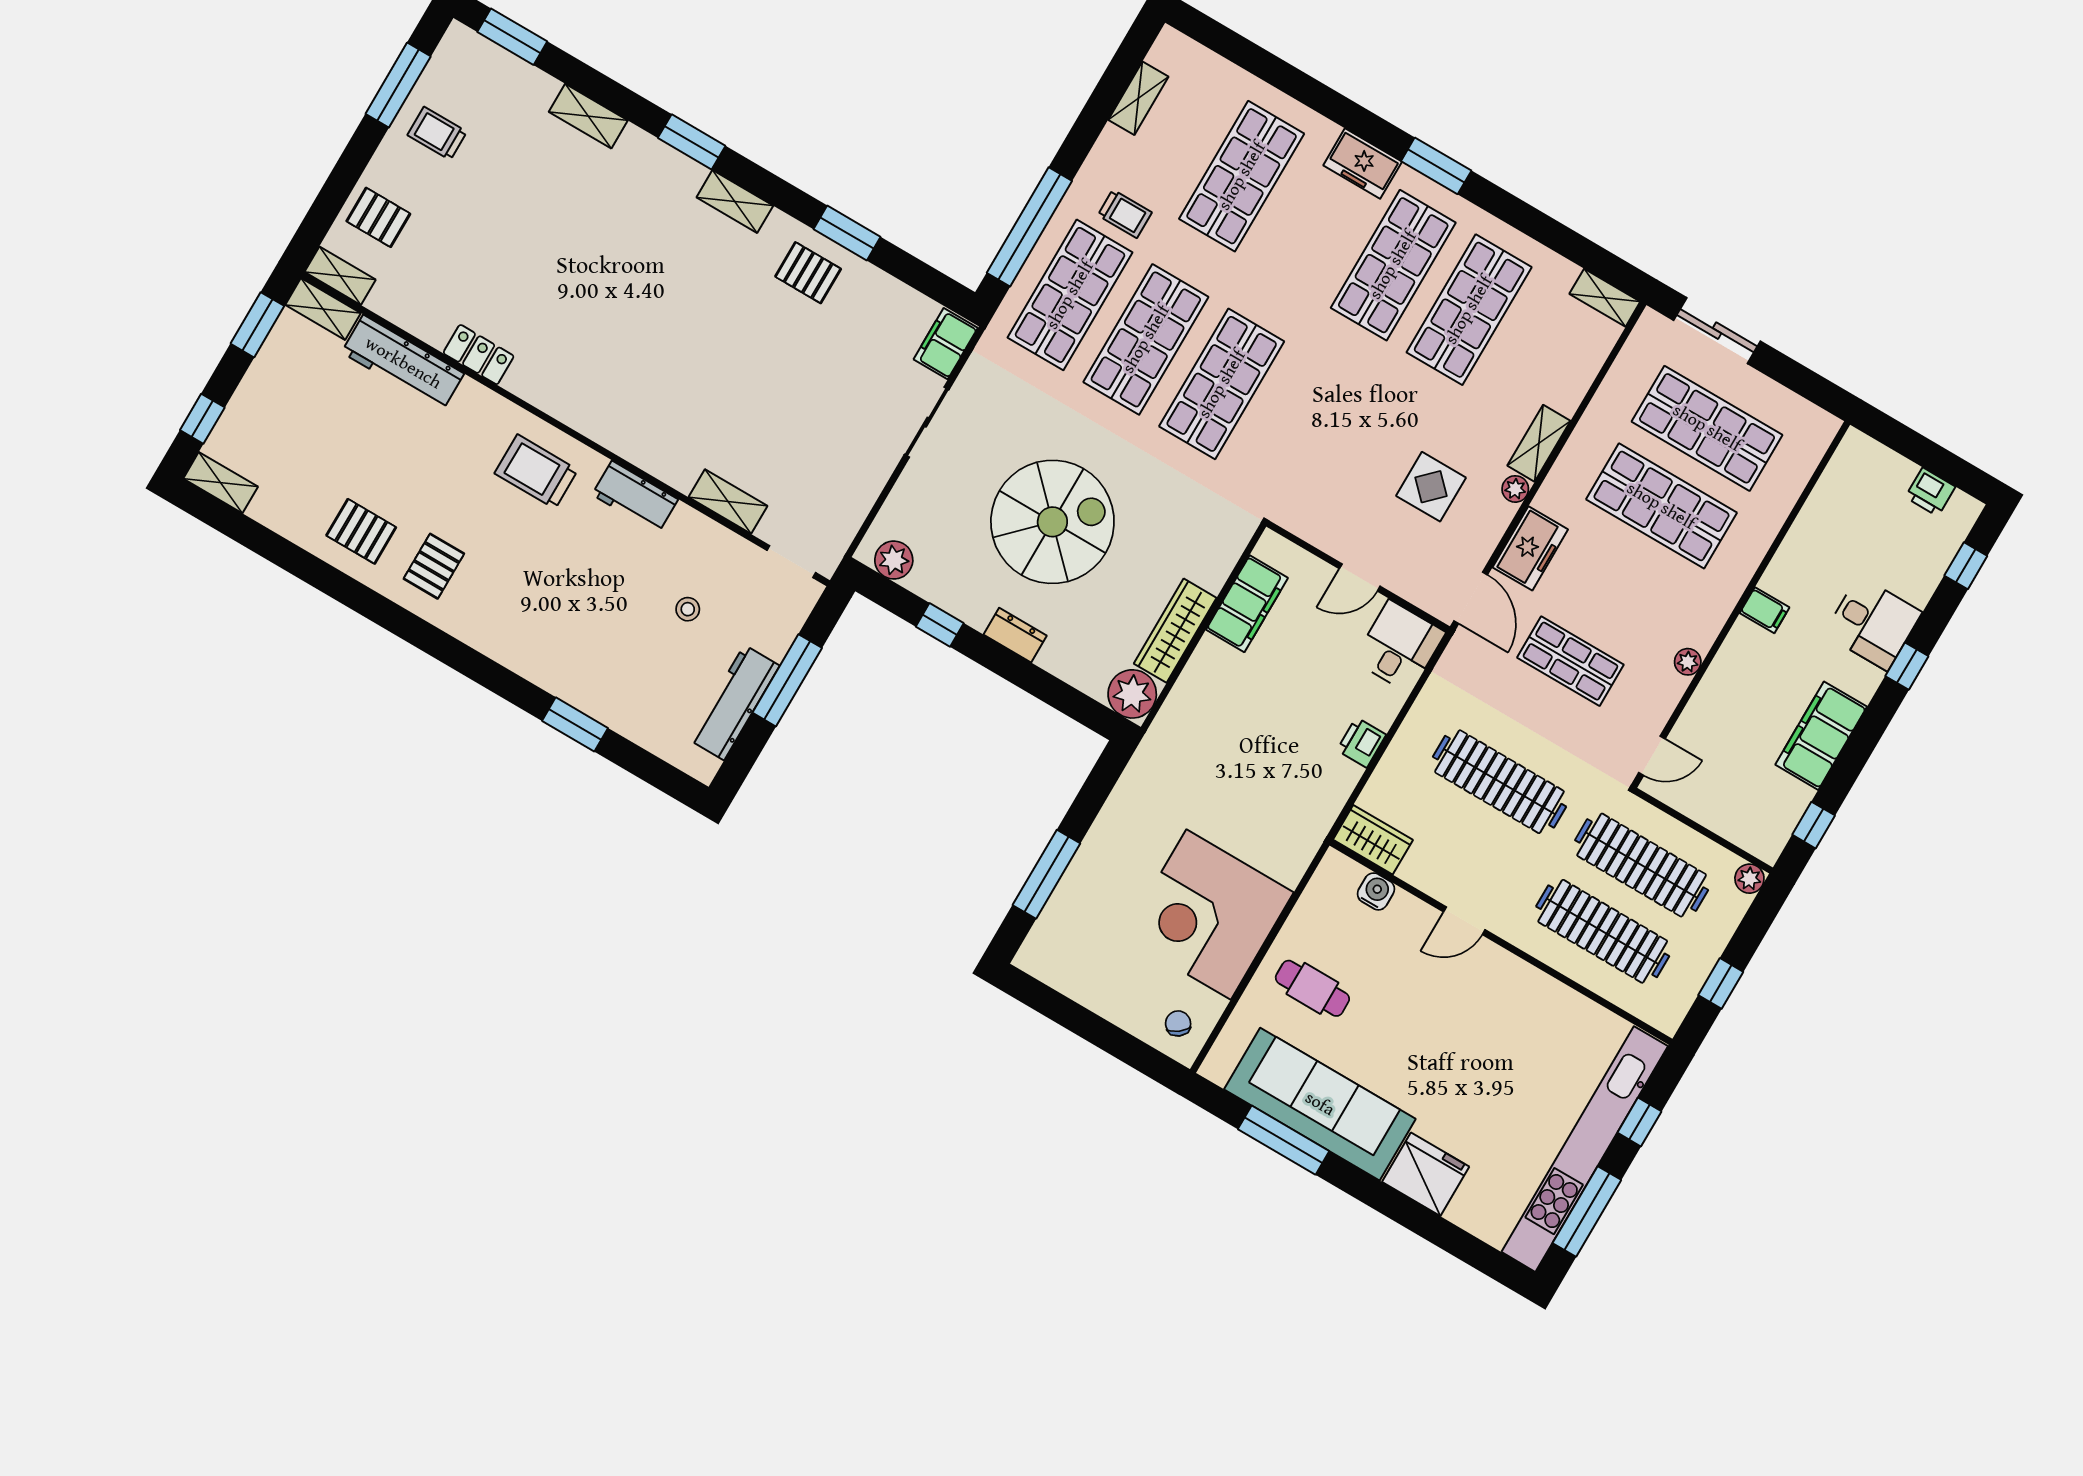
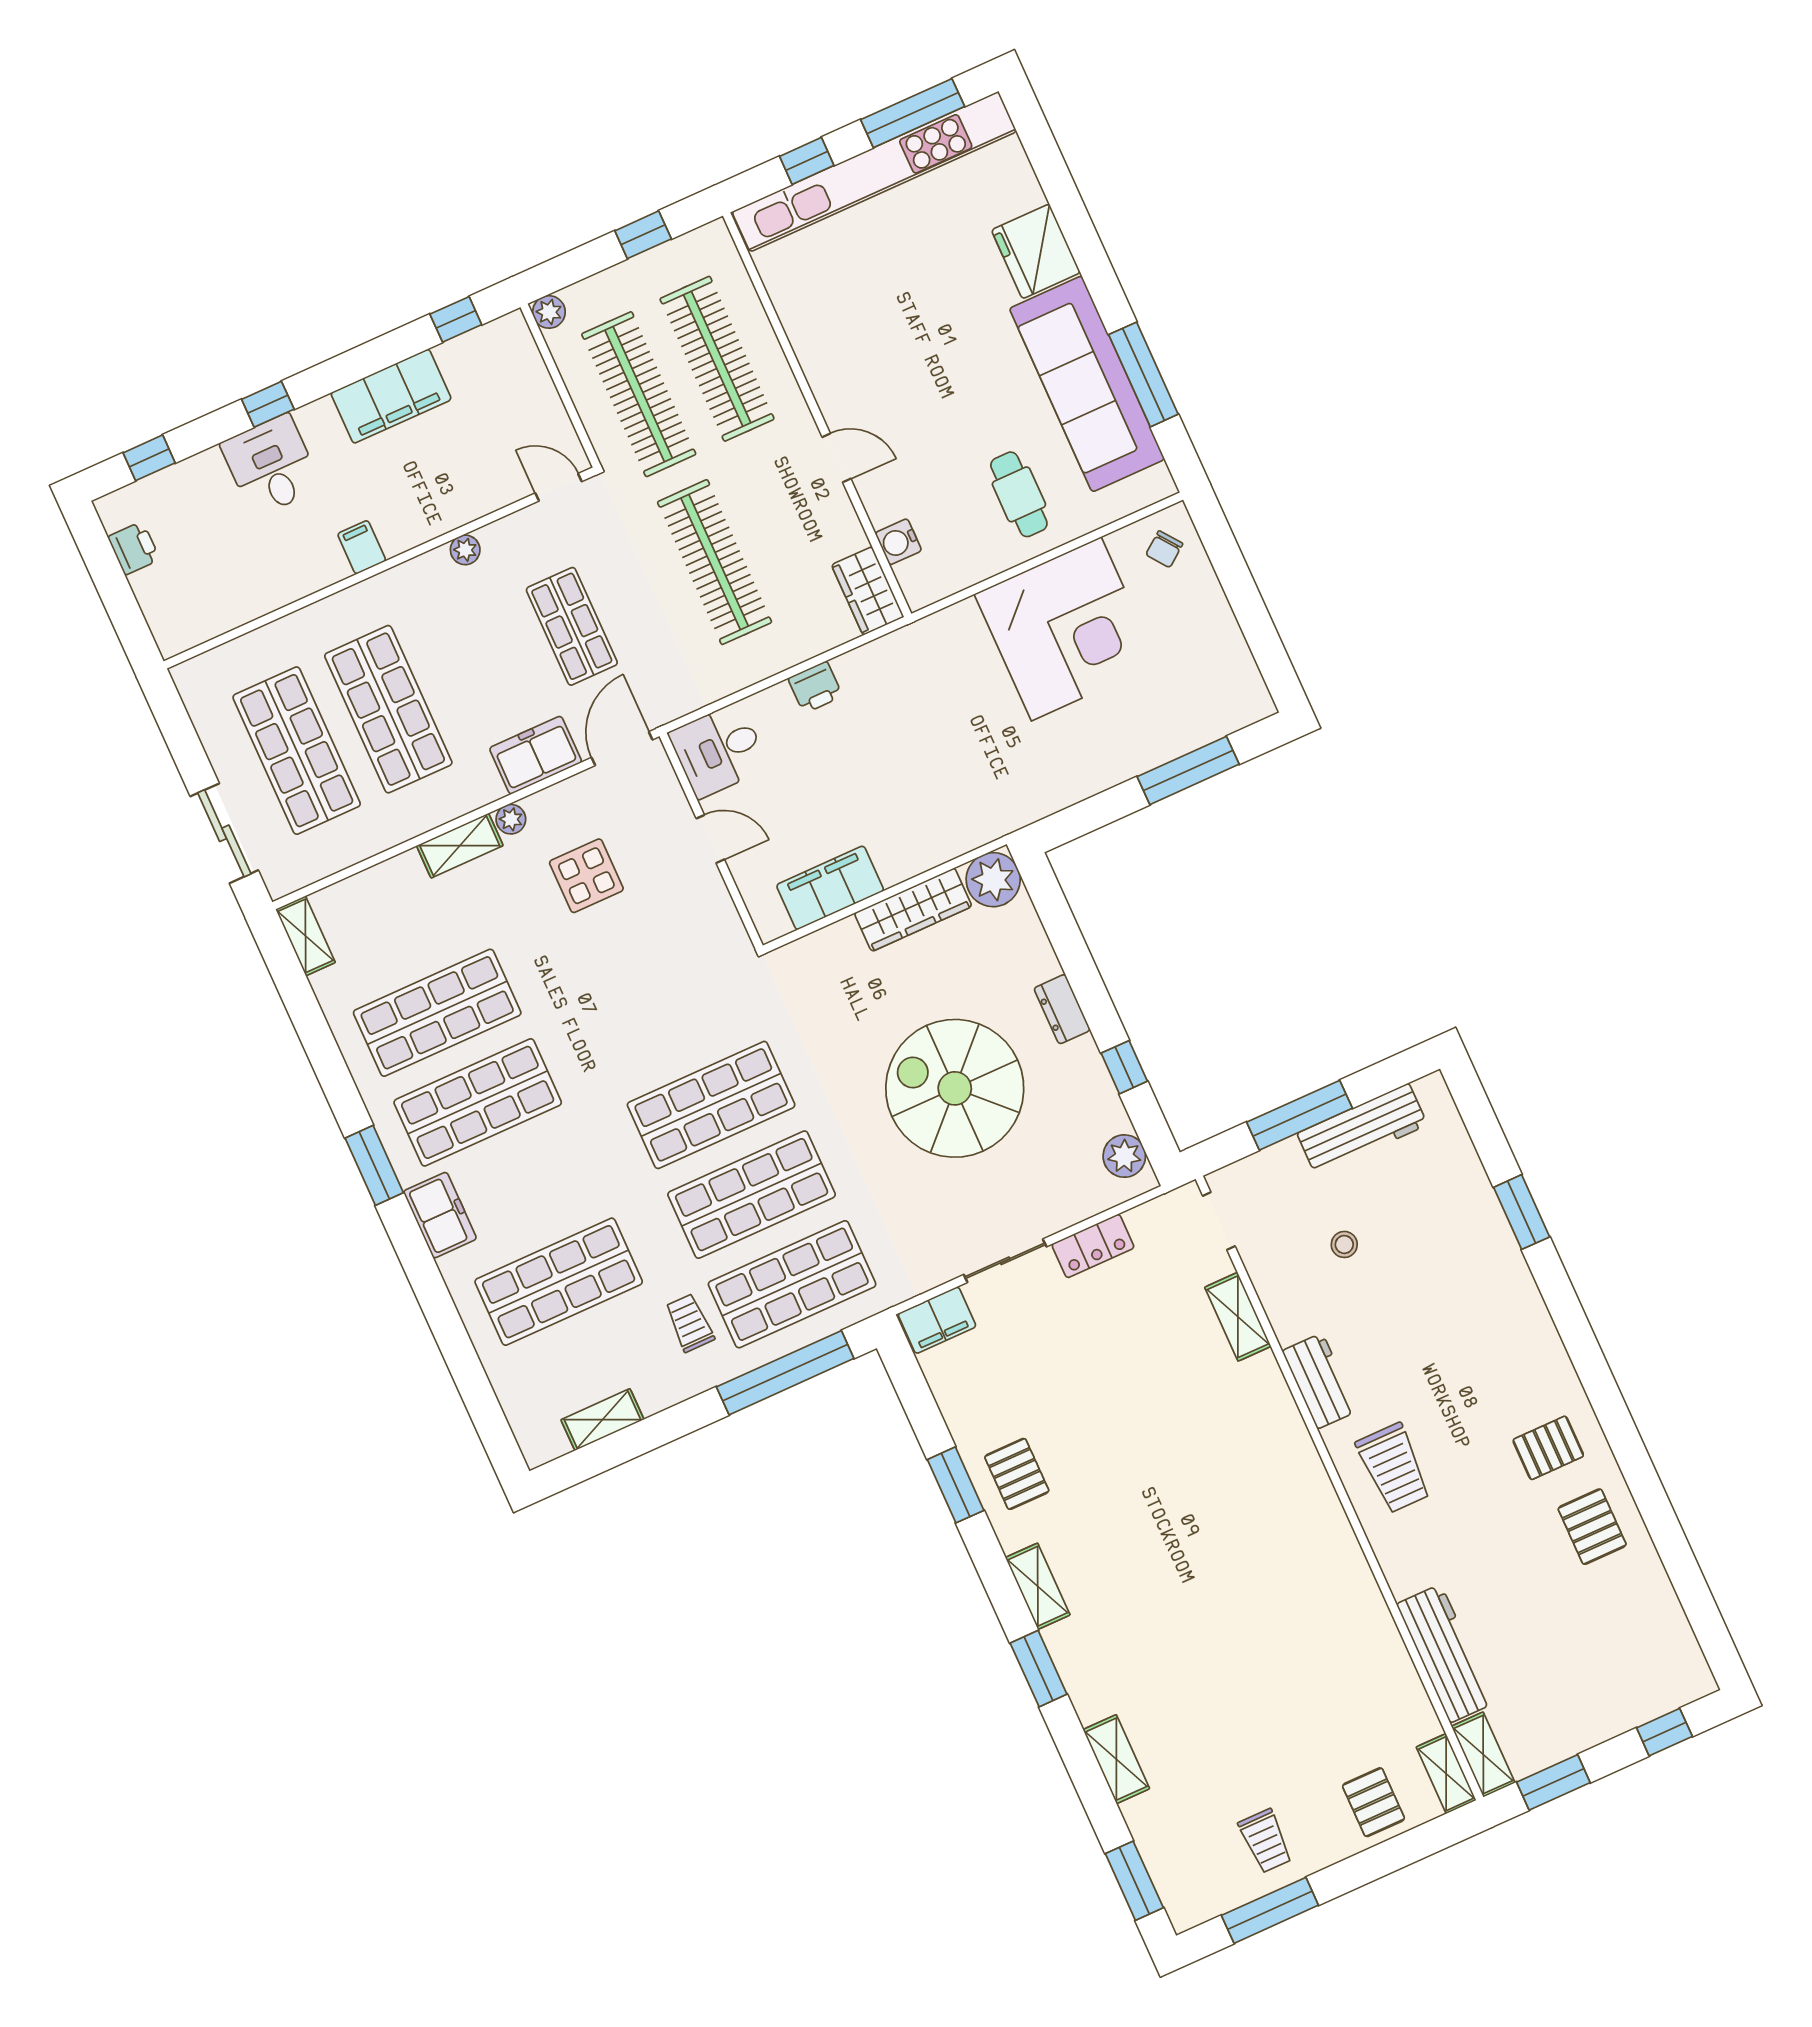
locker: (479, 355) -> (1093, 1246), moved, turned -90
shelving: (221, 483) -> (1689, 1662), removed

